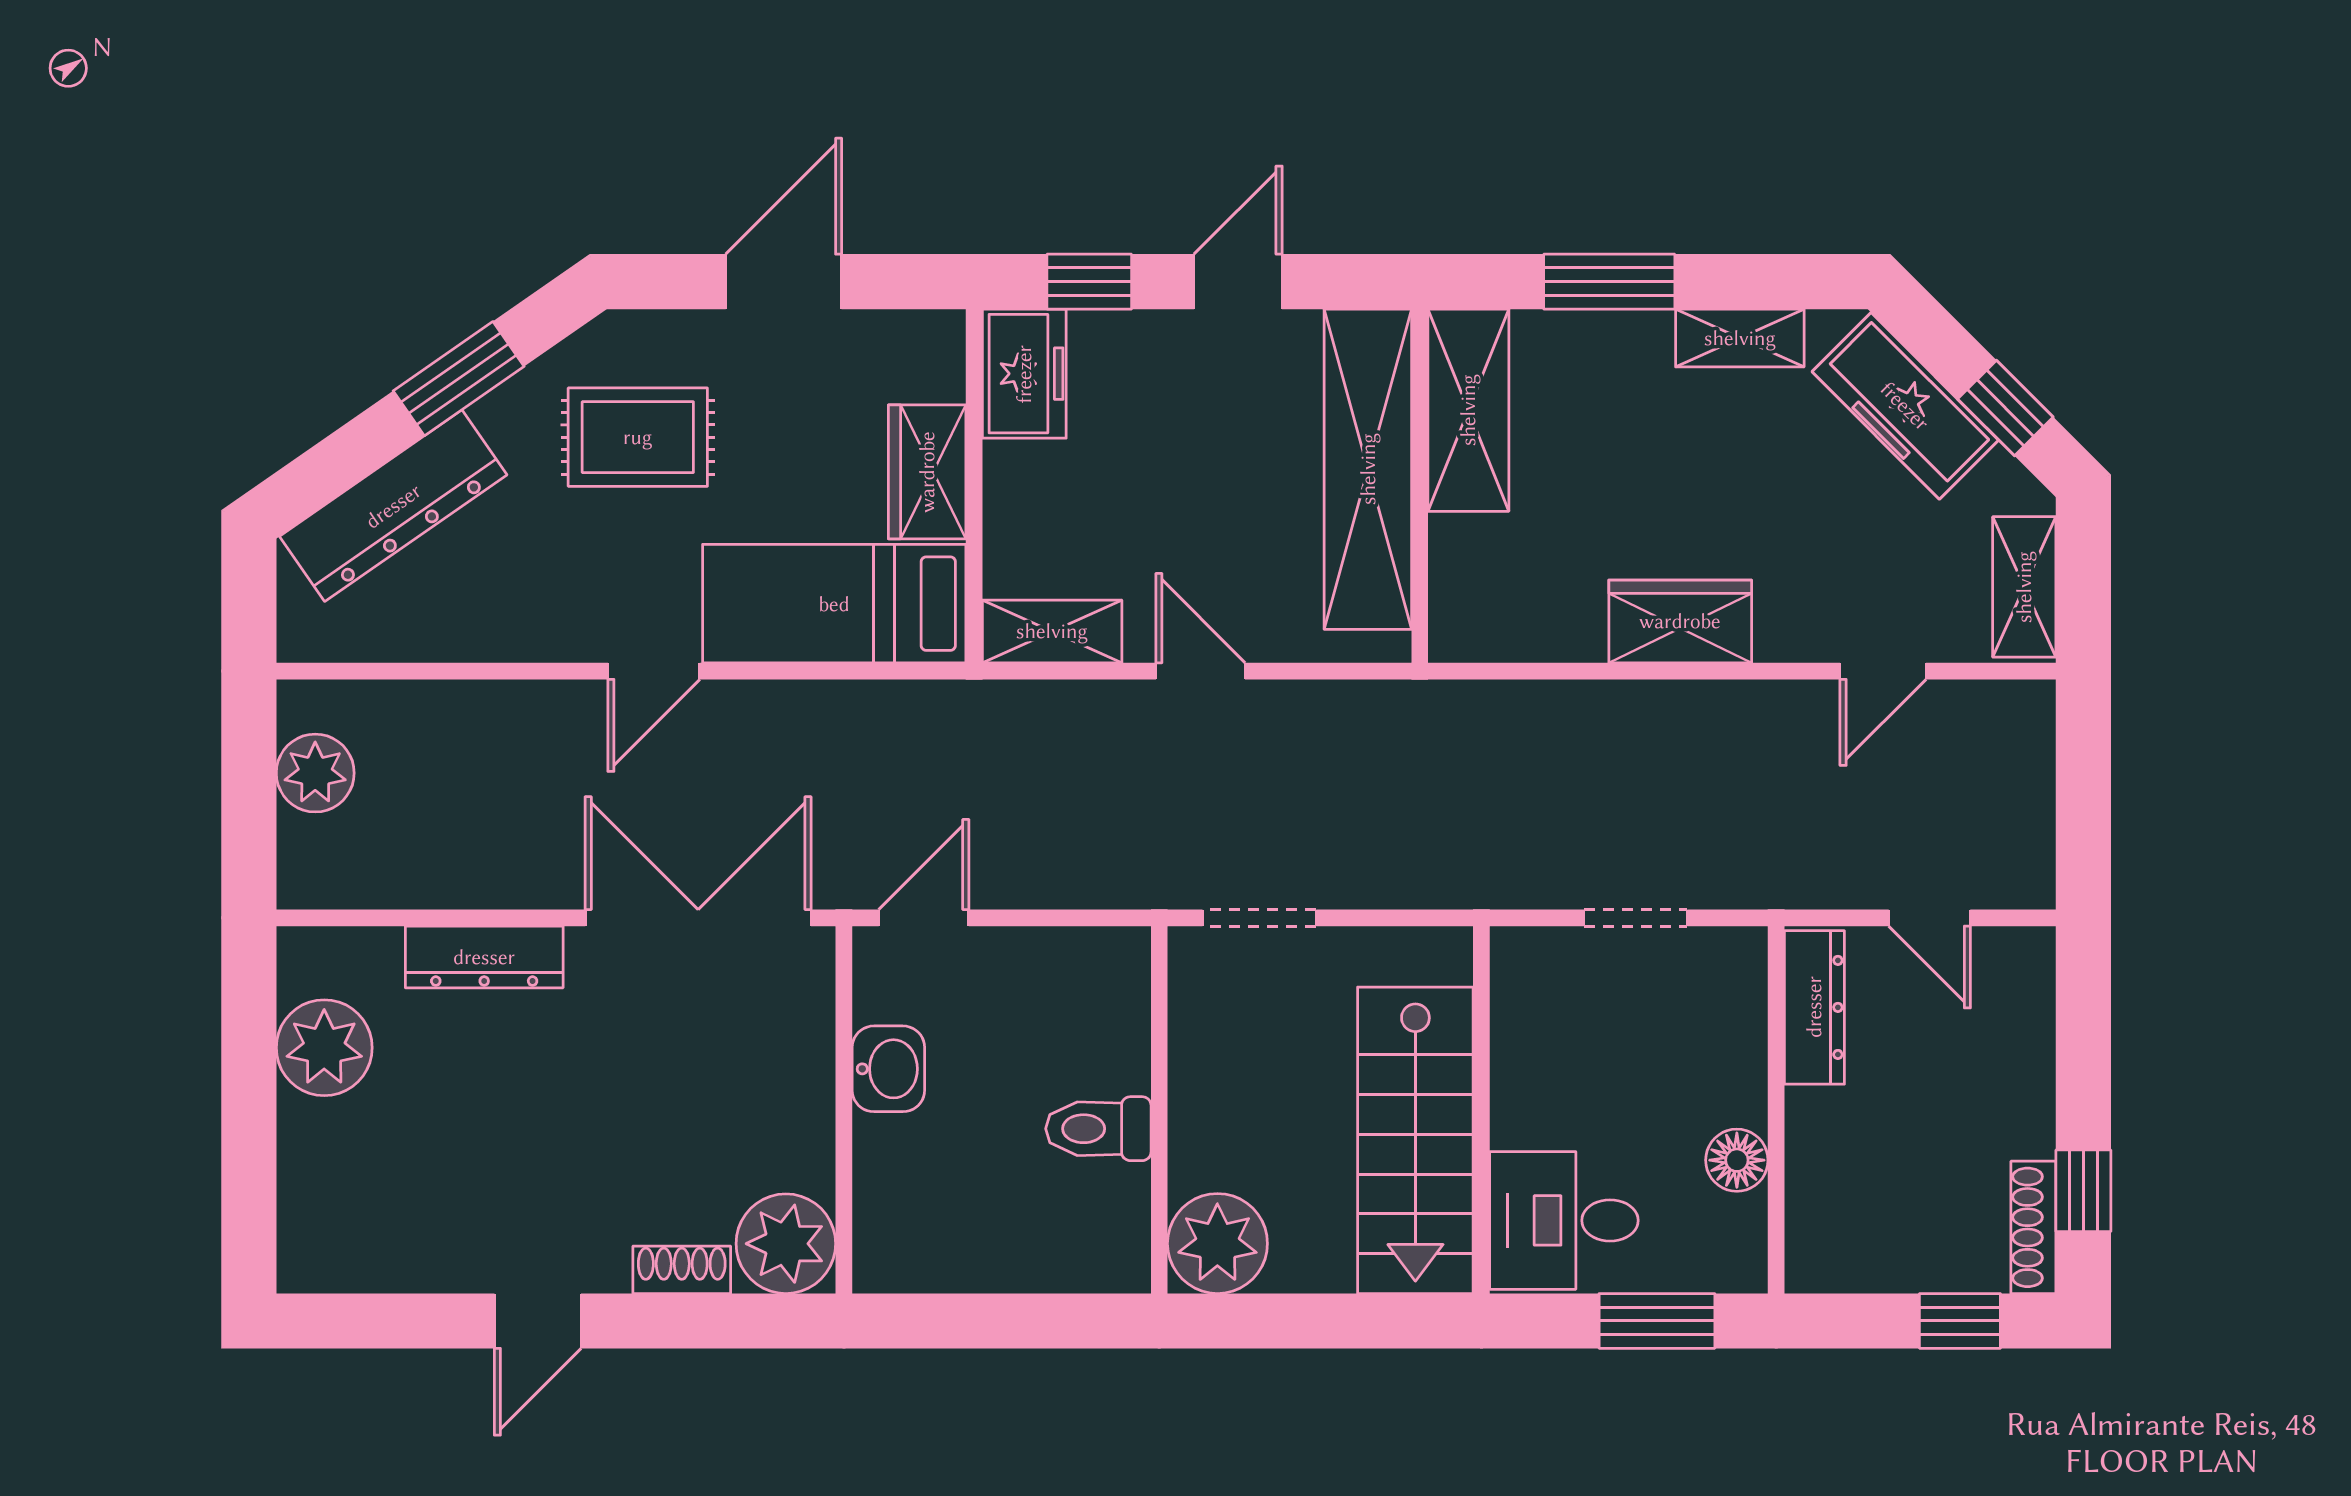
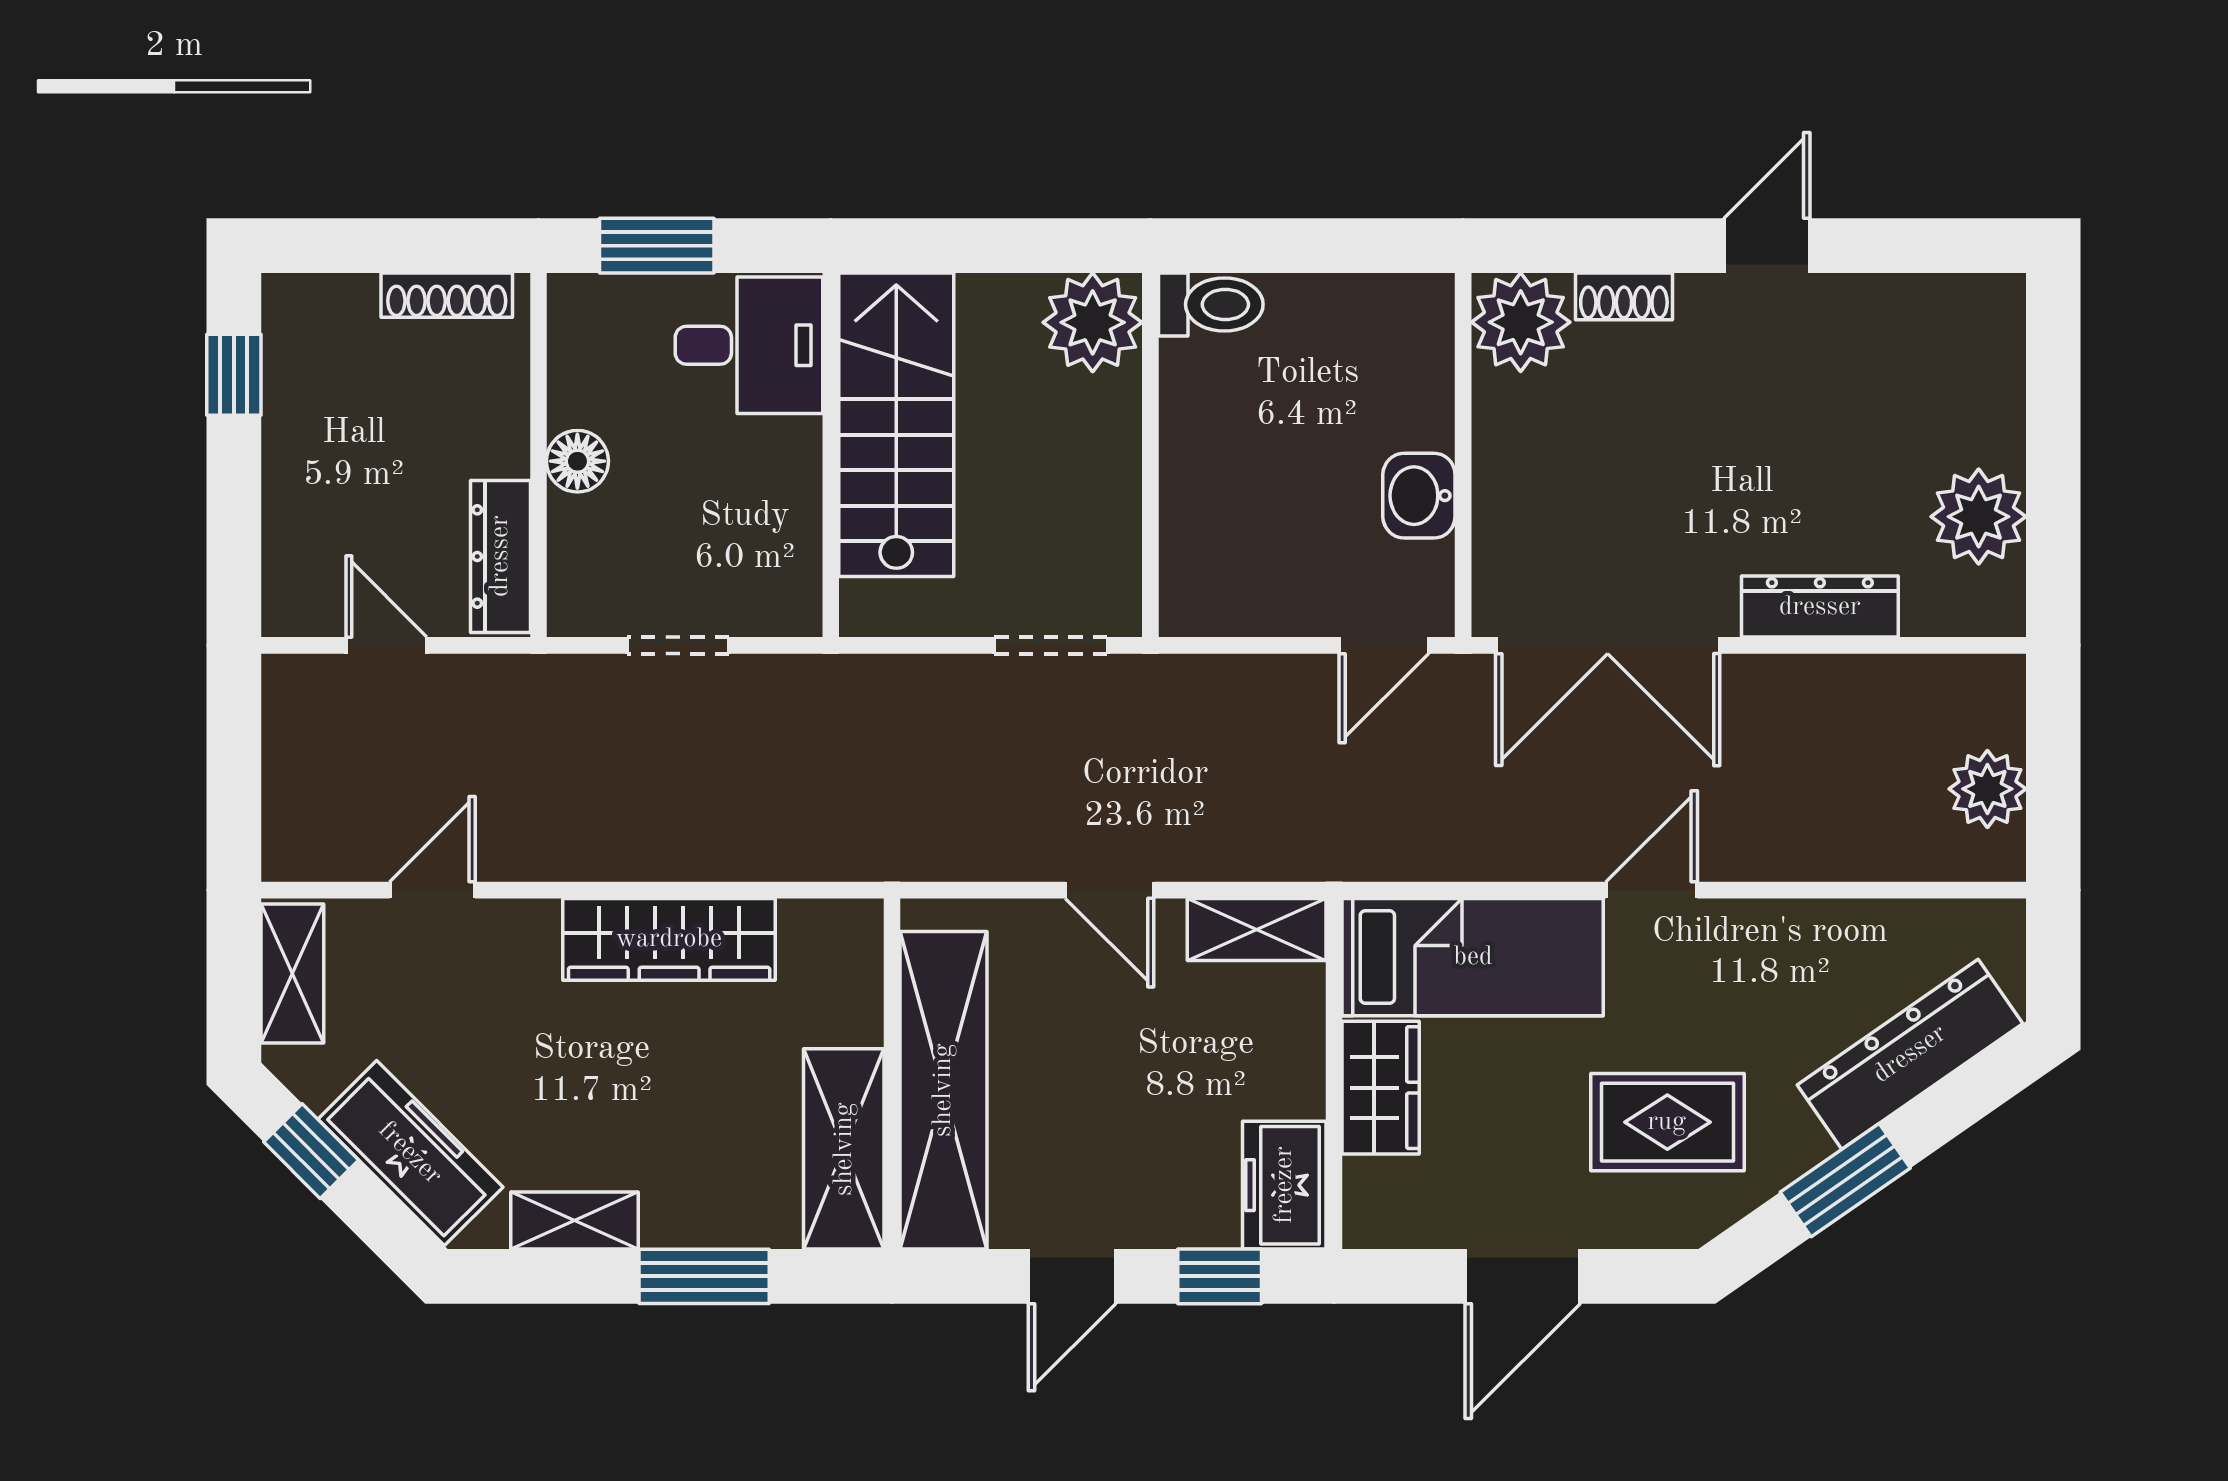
wardrobe: (1680, 621) -> (669, 939), width x1.50
toilet: (1098, 1129) -> (1211, 304), moved
floor lamp: (1737, 1160) -> (577, 461), moved
shoe rack: (2033, 1227) -> (447, 295), moved, turned 90
window: (1960, 1321) -> (356, 246), removed

